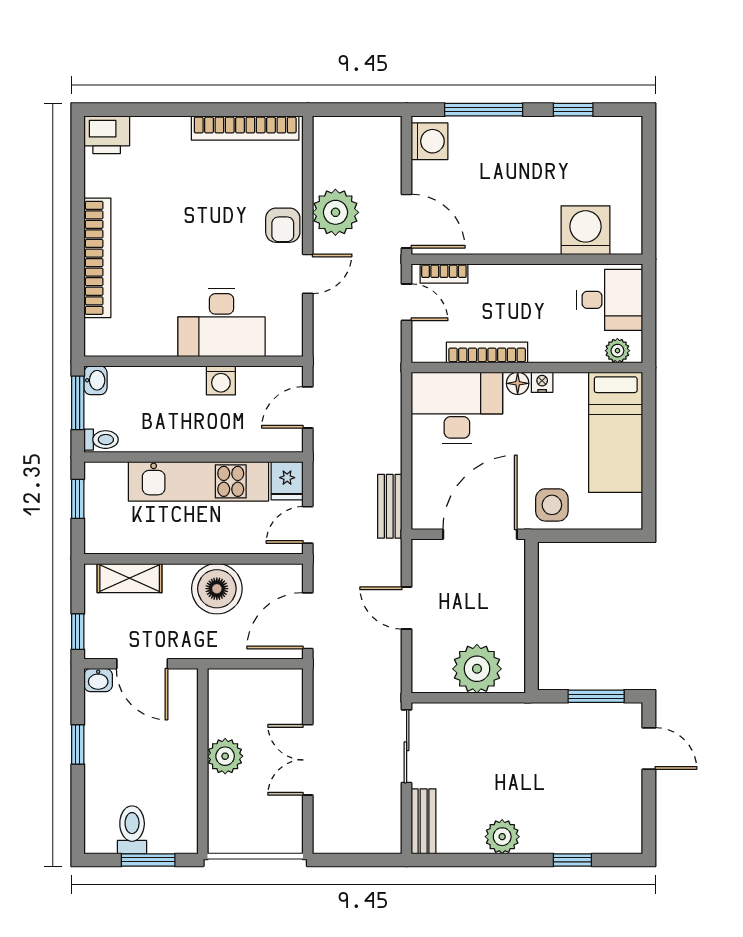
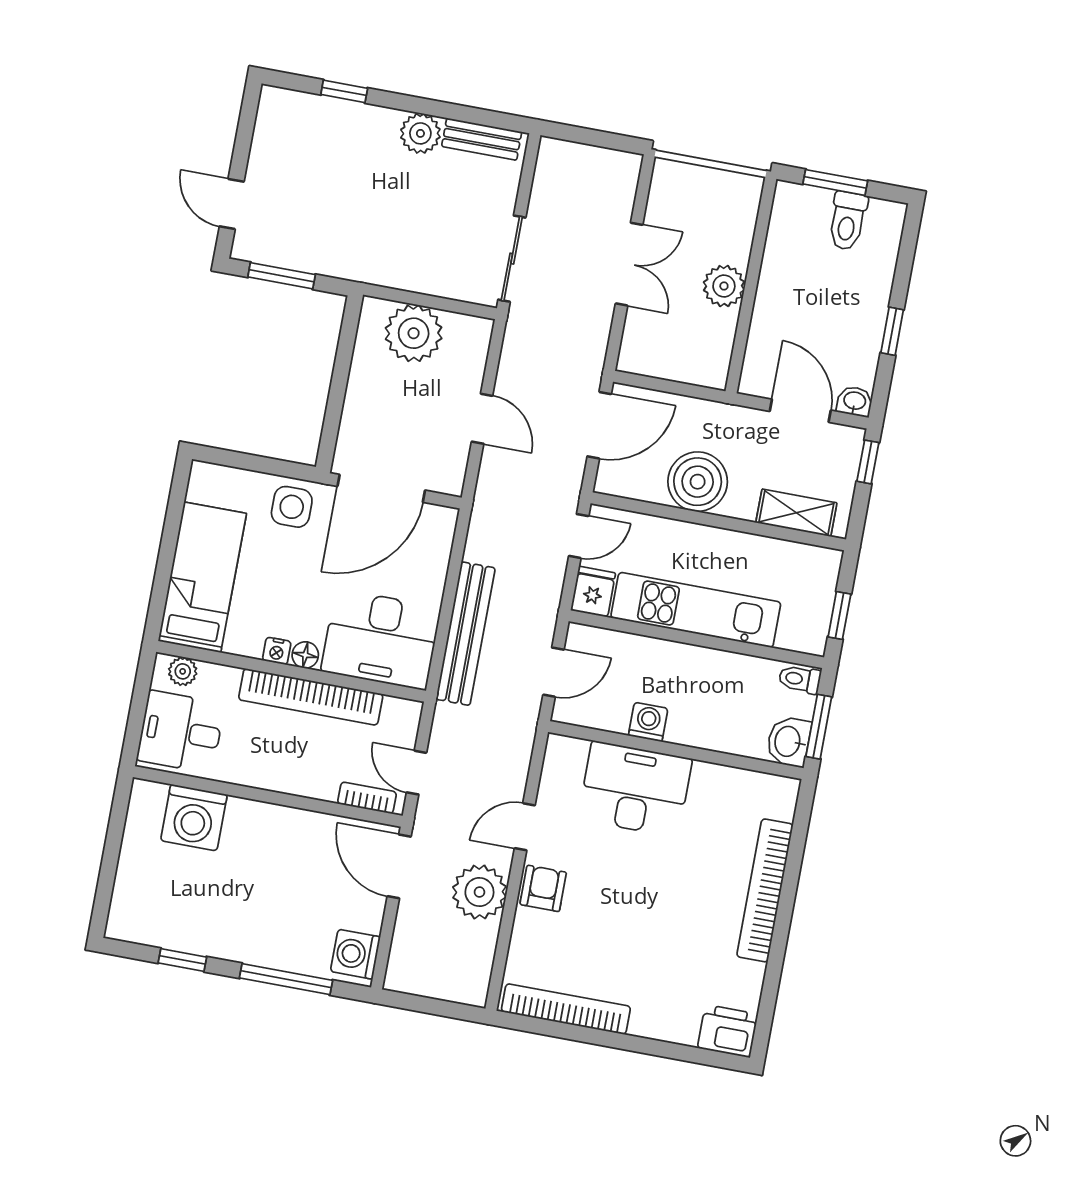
bookcase: (487, 352) -> (311, 697), width x1.48, depth x1.31
washbasin: (95, 380) -> (789, 742), width x1.38, depth x1.45
bench: (390, 506) -> (466, 634), moved, width x1.86, depth x1.21
bench: (424, 821) -> (482, 139), moved, turned 90

